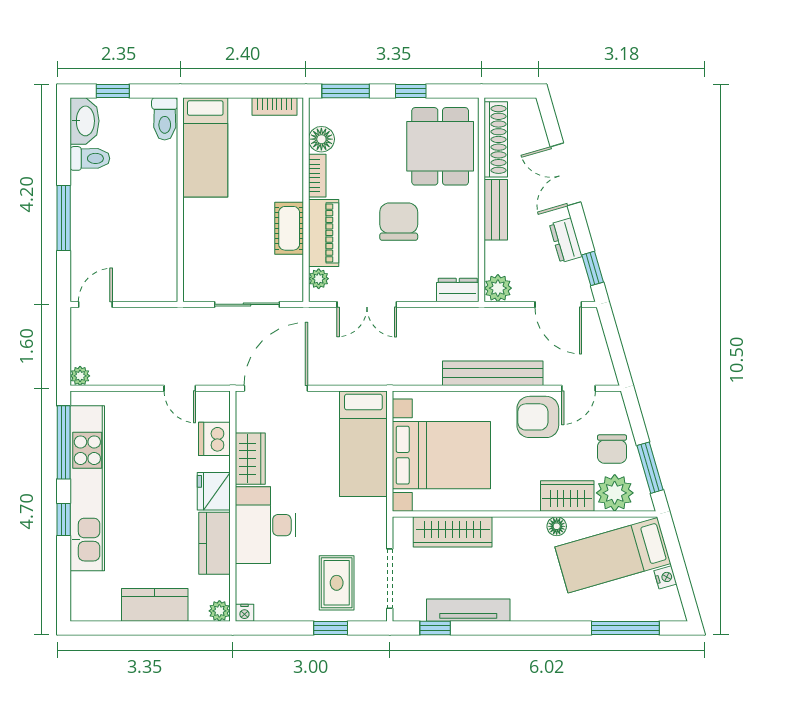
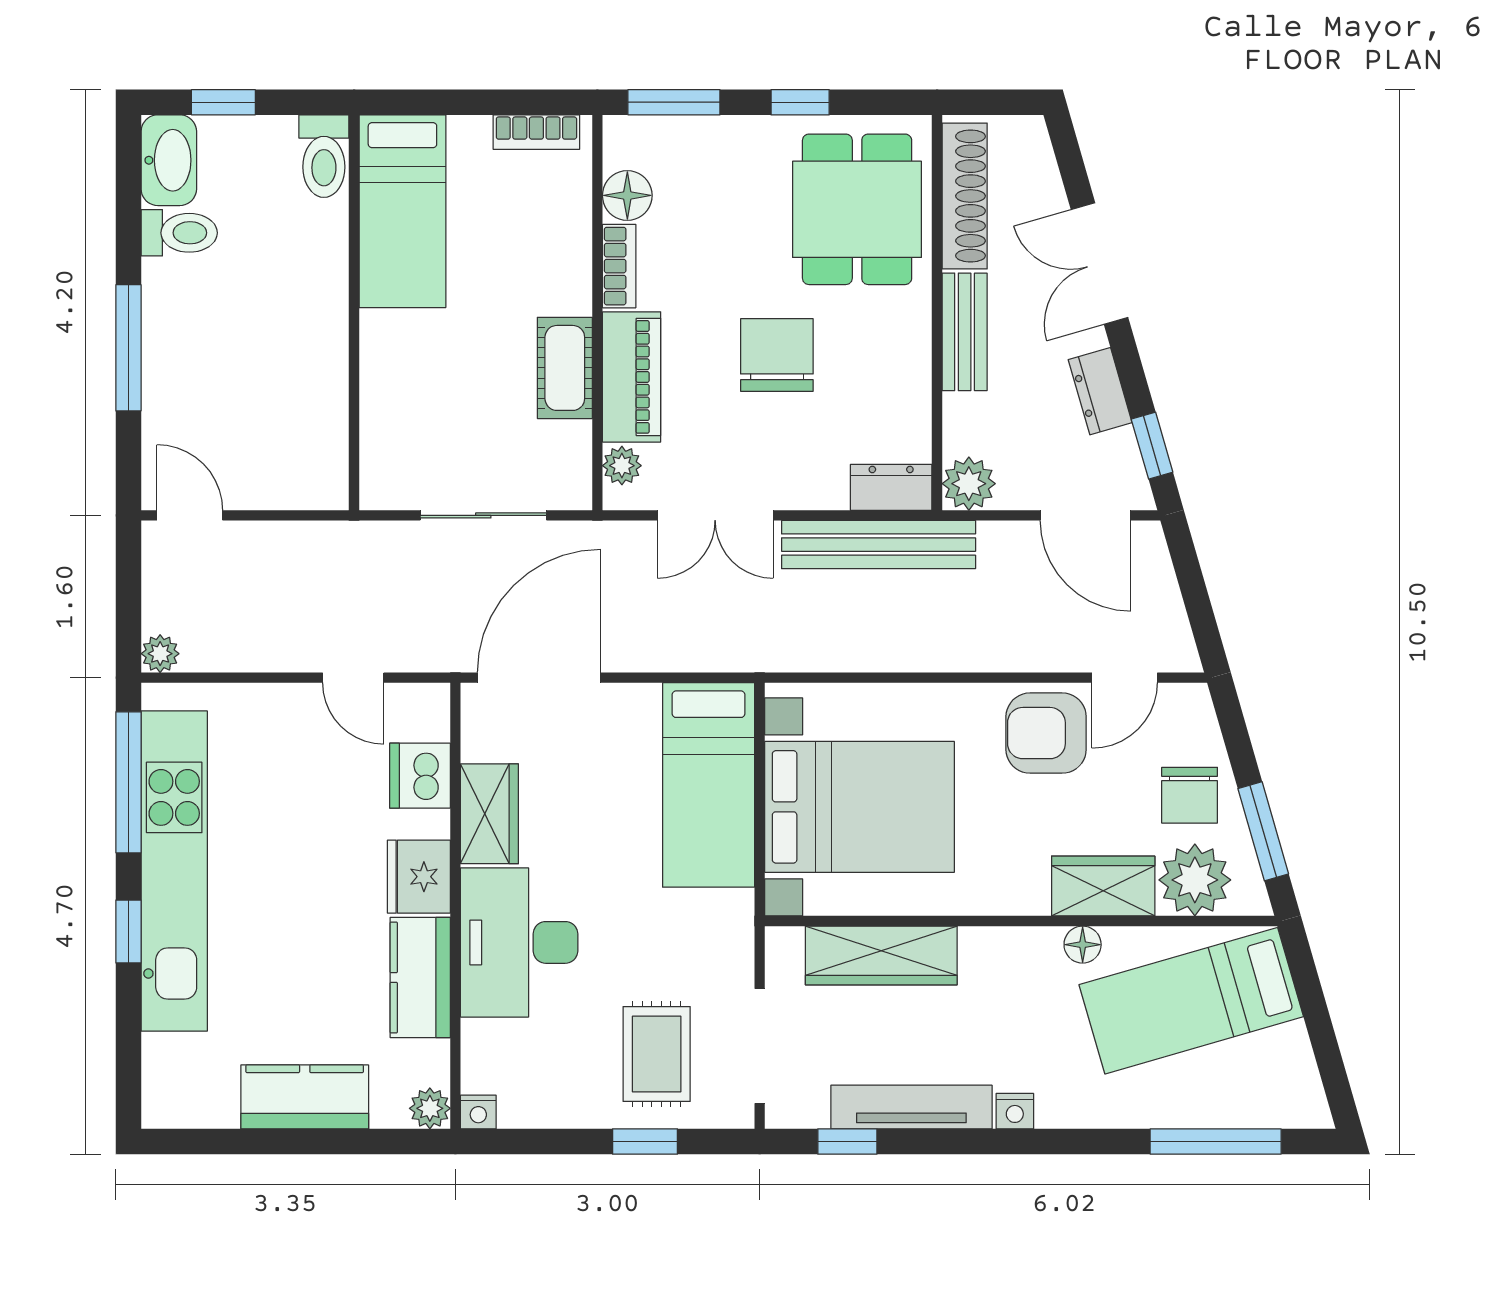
door: (95, 304) -> (190, 515), hinge flipped
bench: (493, 373) -> (879, 545), moved
nightstand: (665, 577) -> (1015, 1111), moved, turned 106

